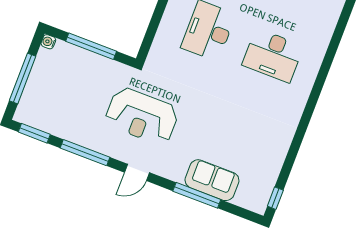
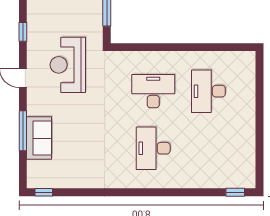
window: (85, 153) -> (23, 32), width x0.46

